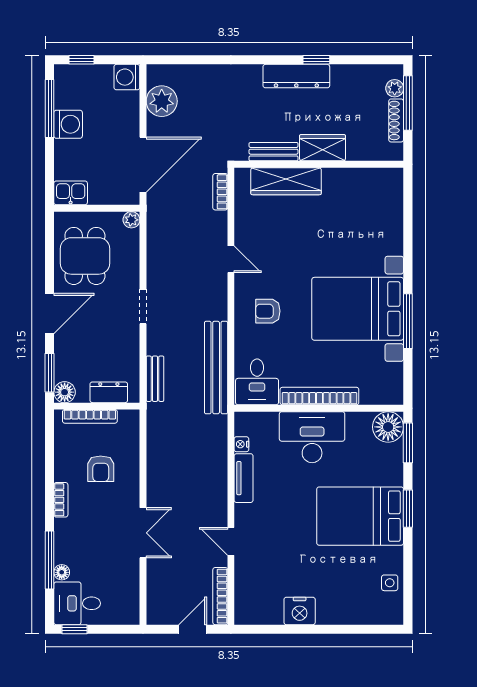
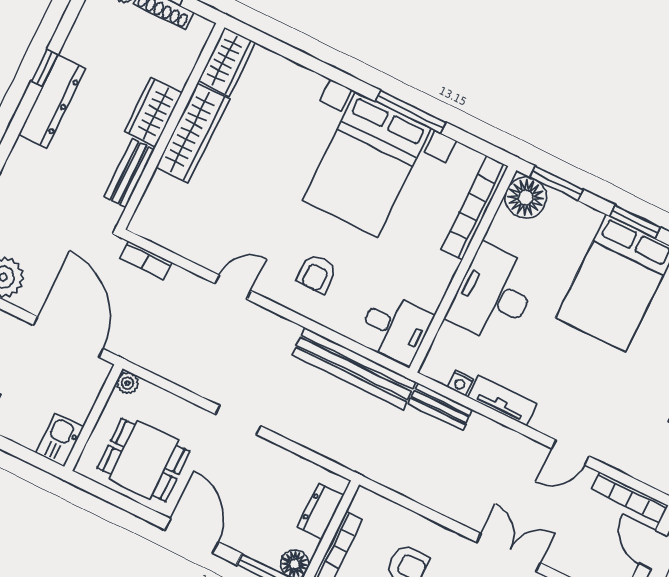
wardrobe: (286, 181) -> (193, 133), moved
wardrobe: (381, 181) -> (227, 62), added
bench: (155, 379) -> (440, 407), moved
bookcase: (319, 396) -> (475, 208), moved

